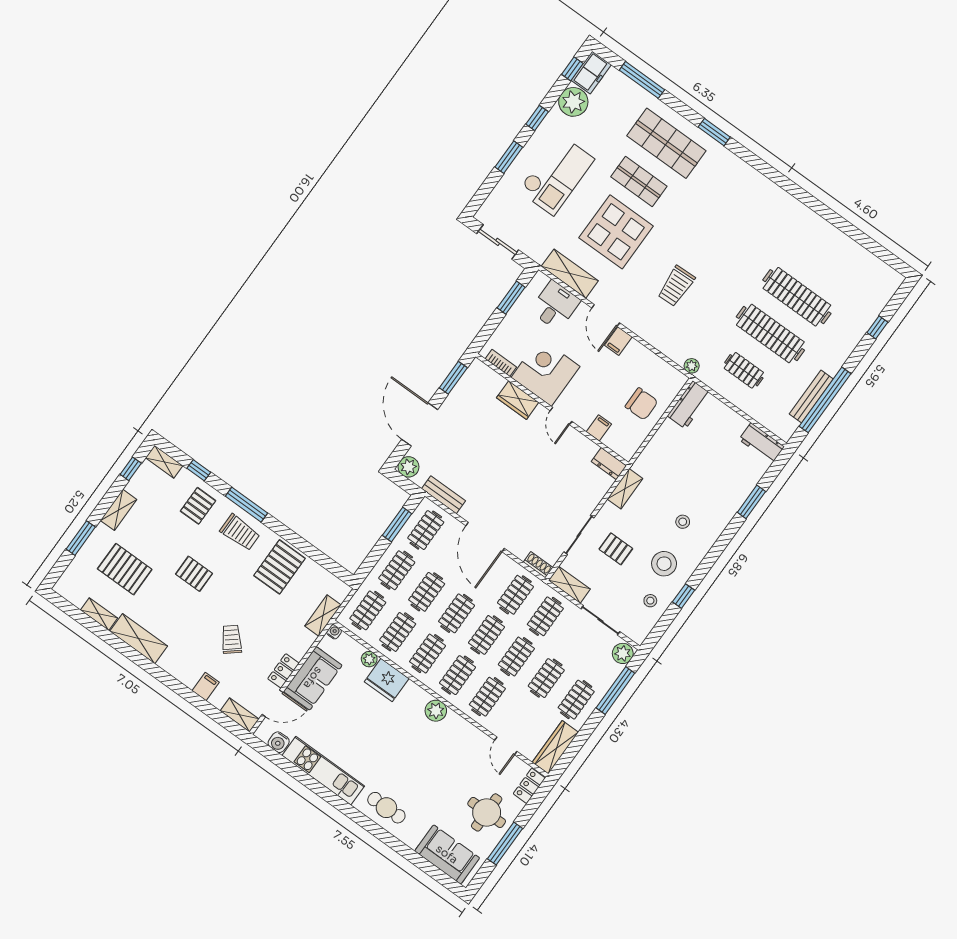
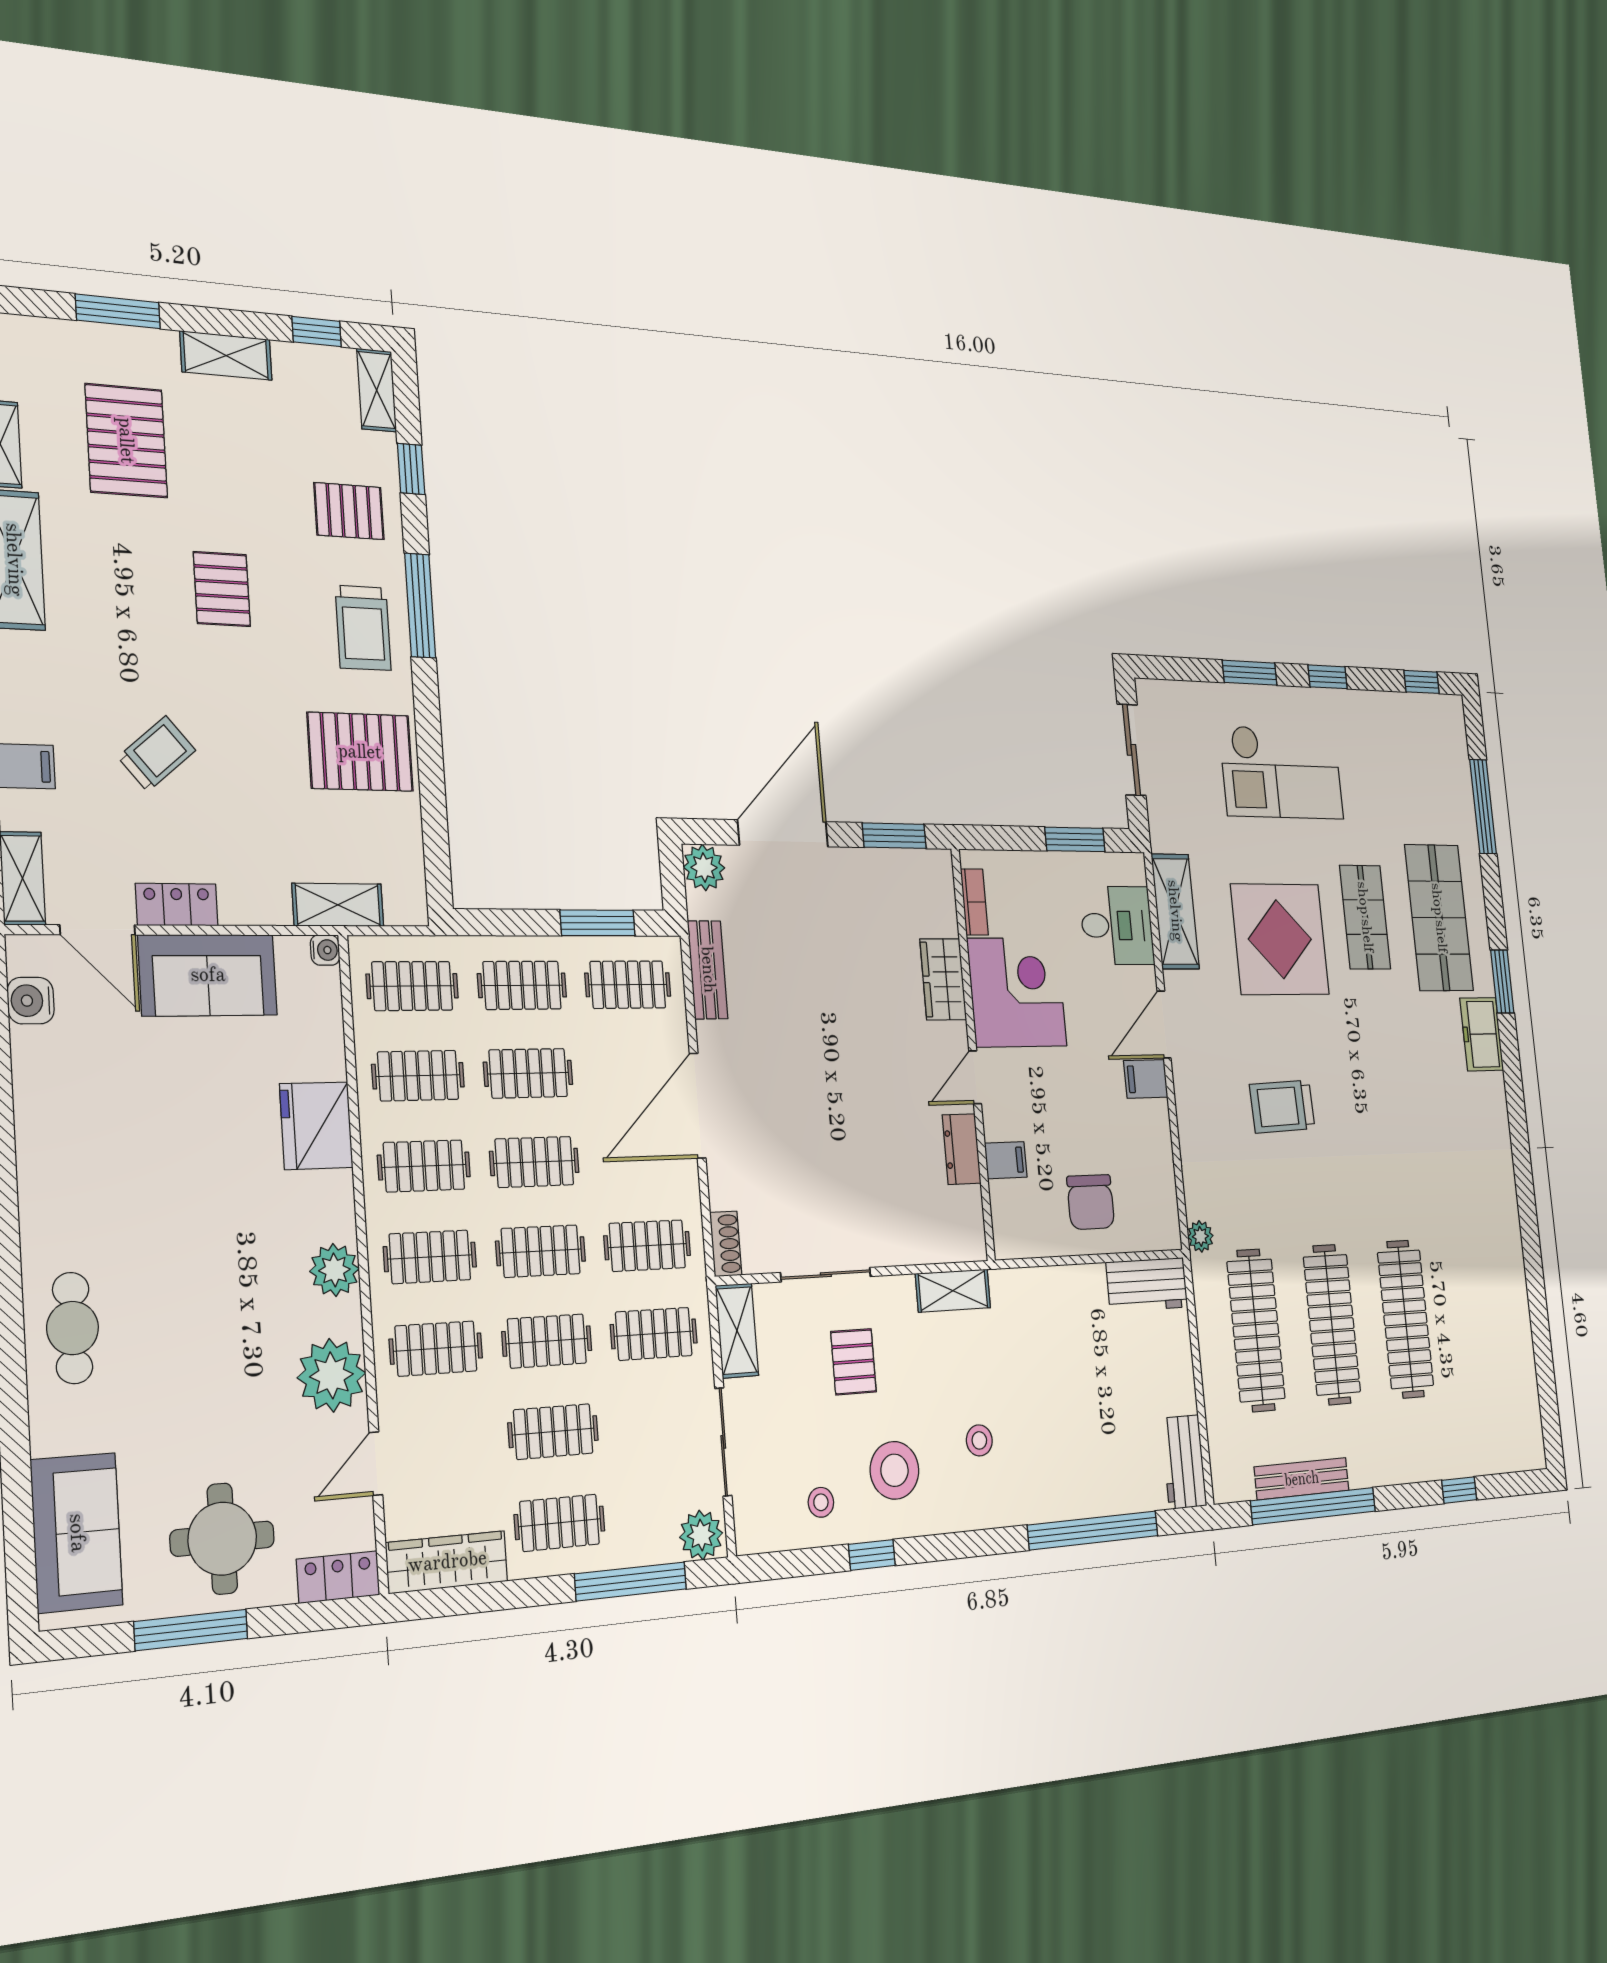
freezer: (591, 73) -> (1482, 1034), moved, turned 90
plant: (573, 102) -> (1385, 719), removed
clothes rail: (744, 370) -> (1256, 1330), width x1.86, depth x1.31
dresser: (609, 464) -> (962, 1149), moved
window: (751, 502) -> (1093, 1530), width x2.11
plant: (369, 659) -> (331, 1375), moved, width x1.88, depth x1.88
kitchen unit: (323, 771) -> (45, 1138), removed

